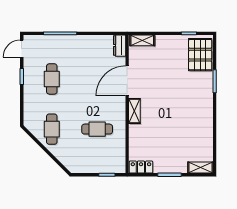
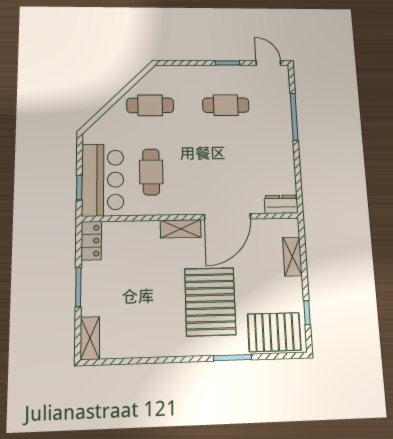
shelving: (142, 40) -> (292, 257), moved
door: (127, 81) -> (227, 217), swing flipped
pallet: (181, 94) -> (210, 302), added
bar counter: (102, 160) -> (103, 180), added

